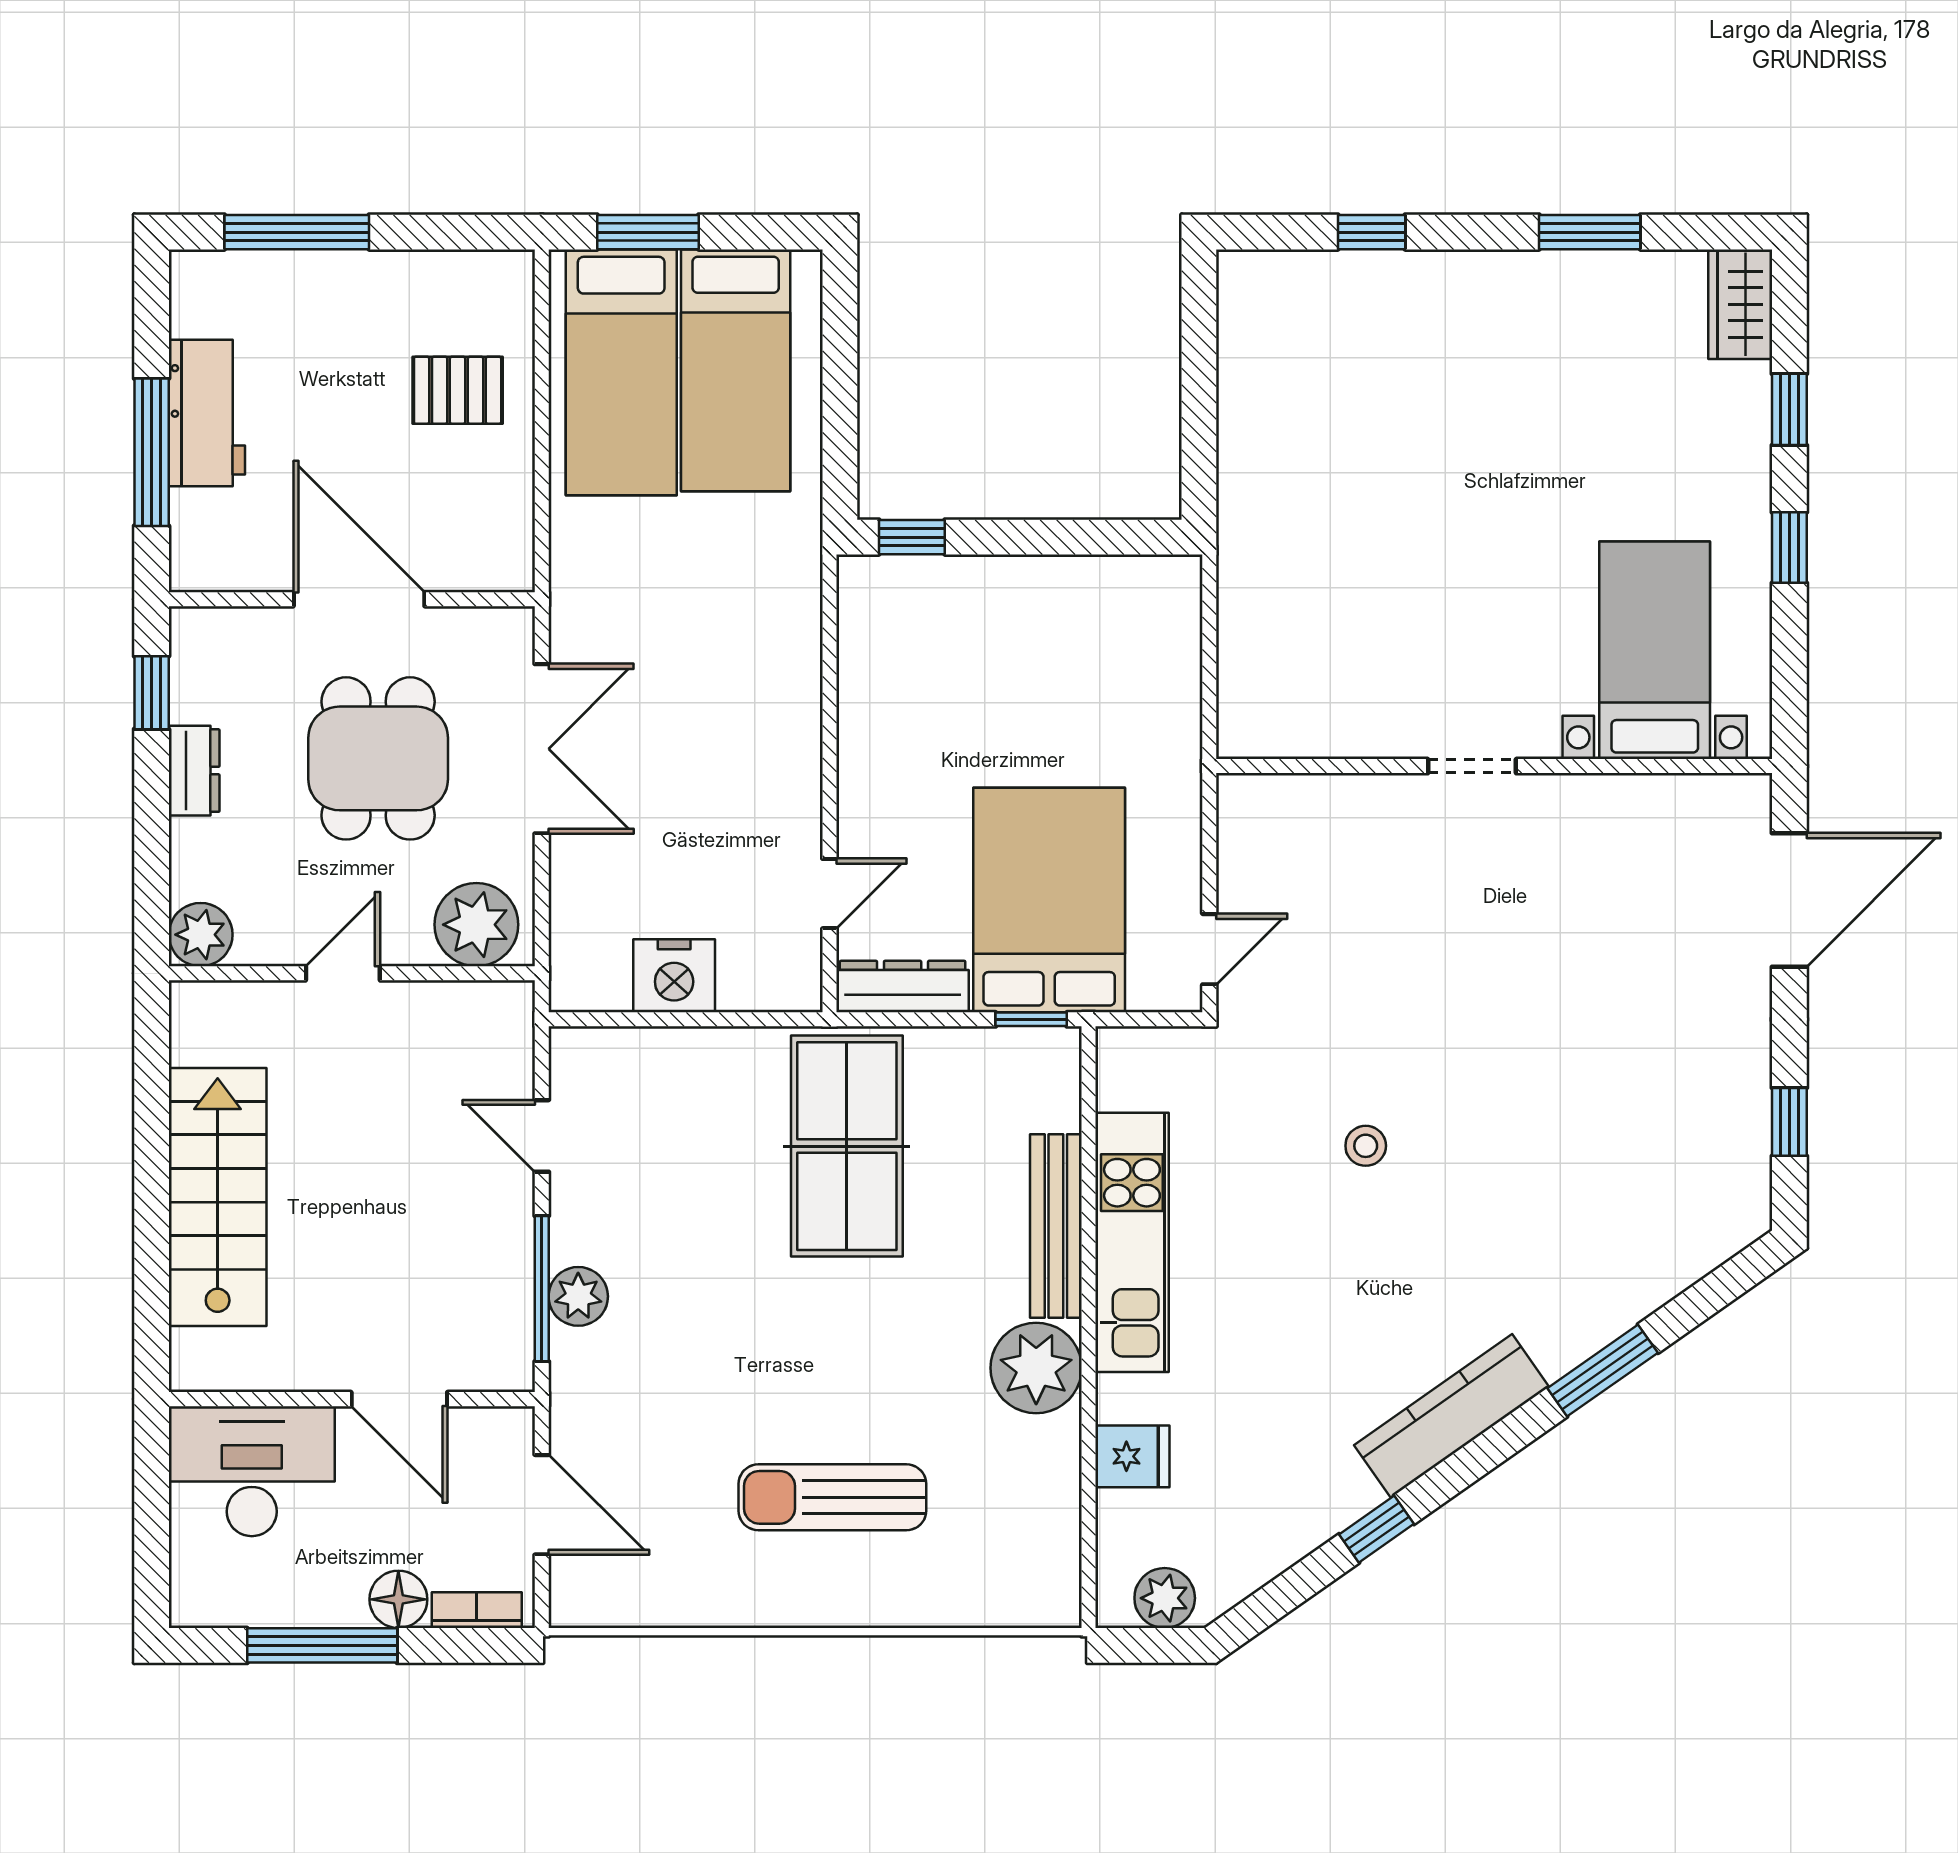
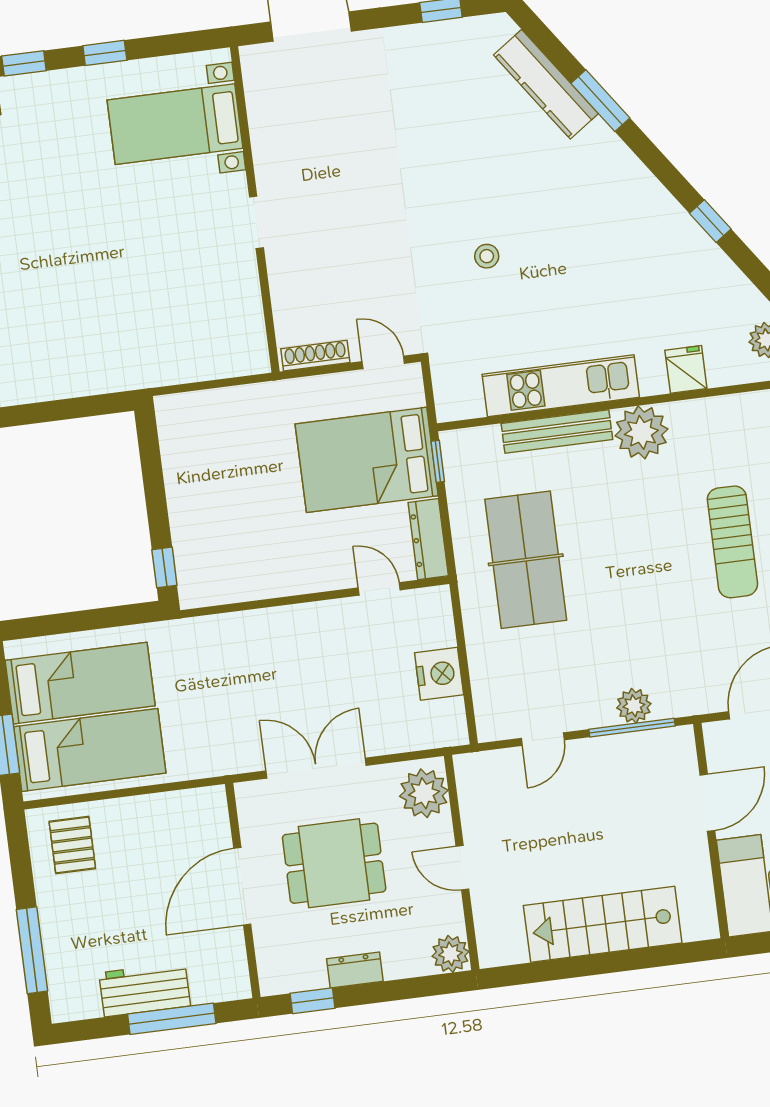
pallet: (458, 390) -> (72, 845), moved
shoe rack: (1235, 836) -> (315, 356), added
table tennis table: (847, 1146) -> (526, 560), turned 90
kitchen counter: (1452, 1416) -> (546, 84), moved

